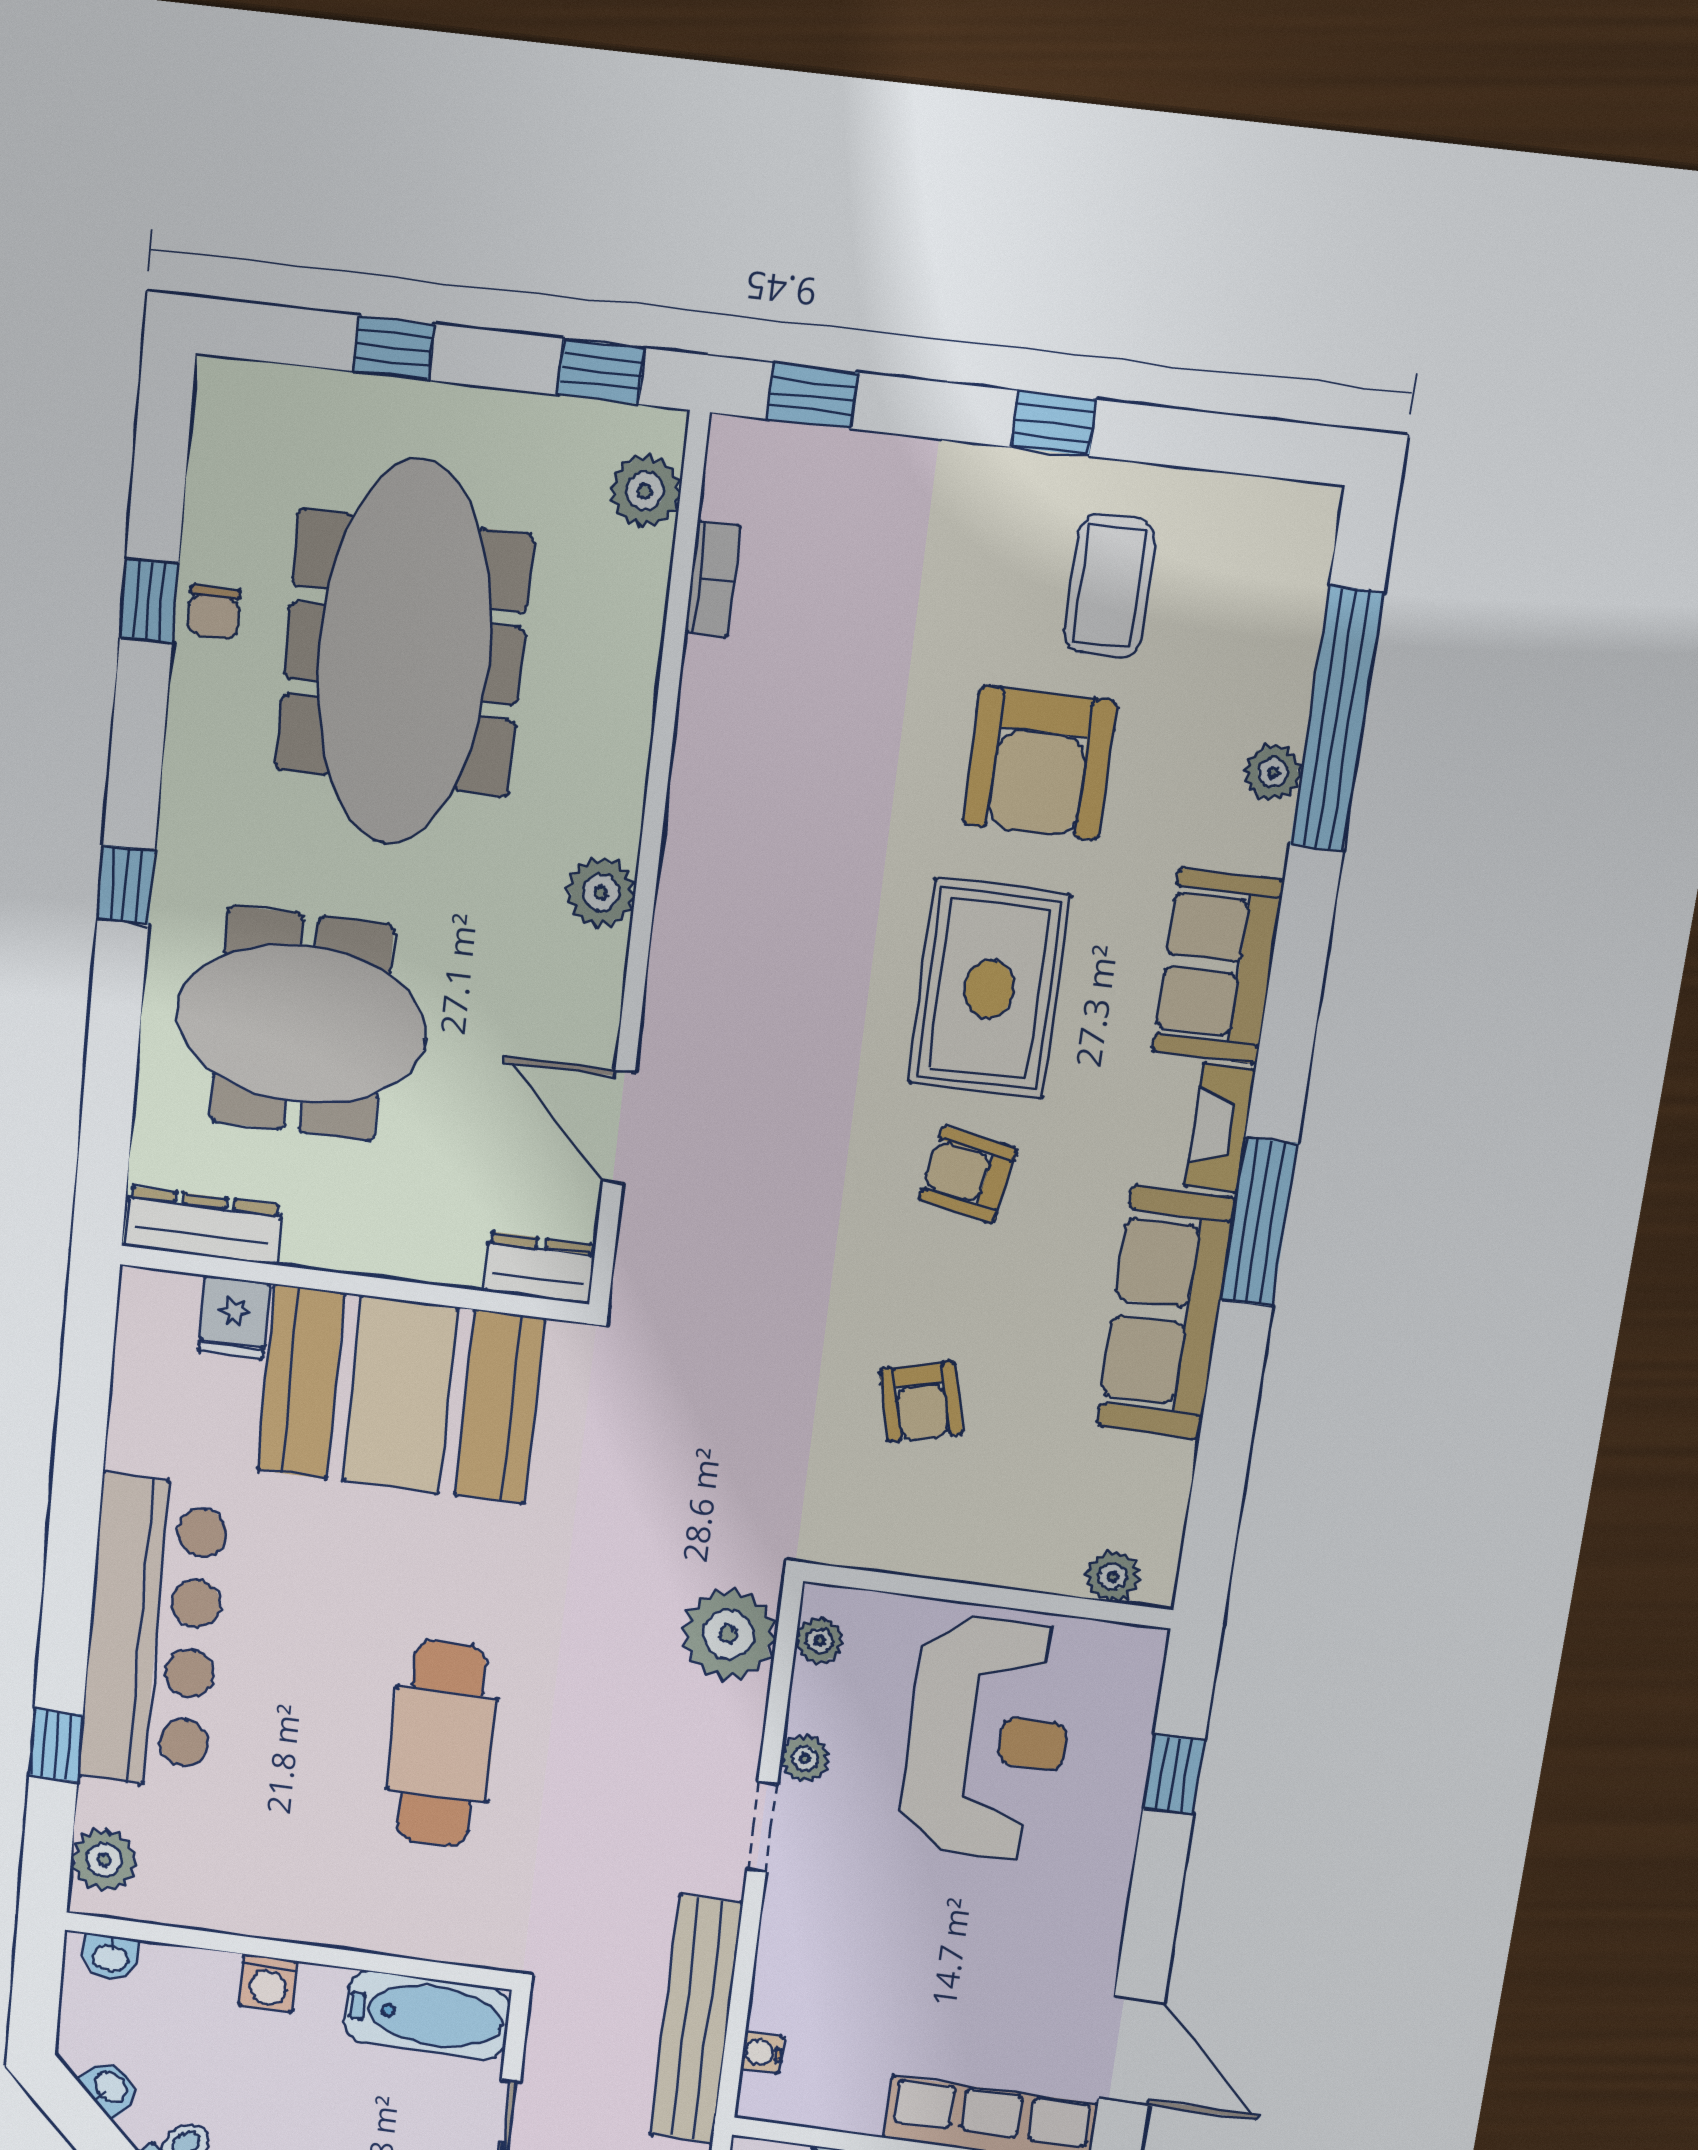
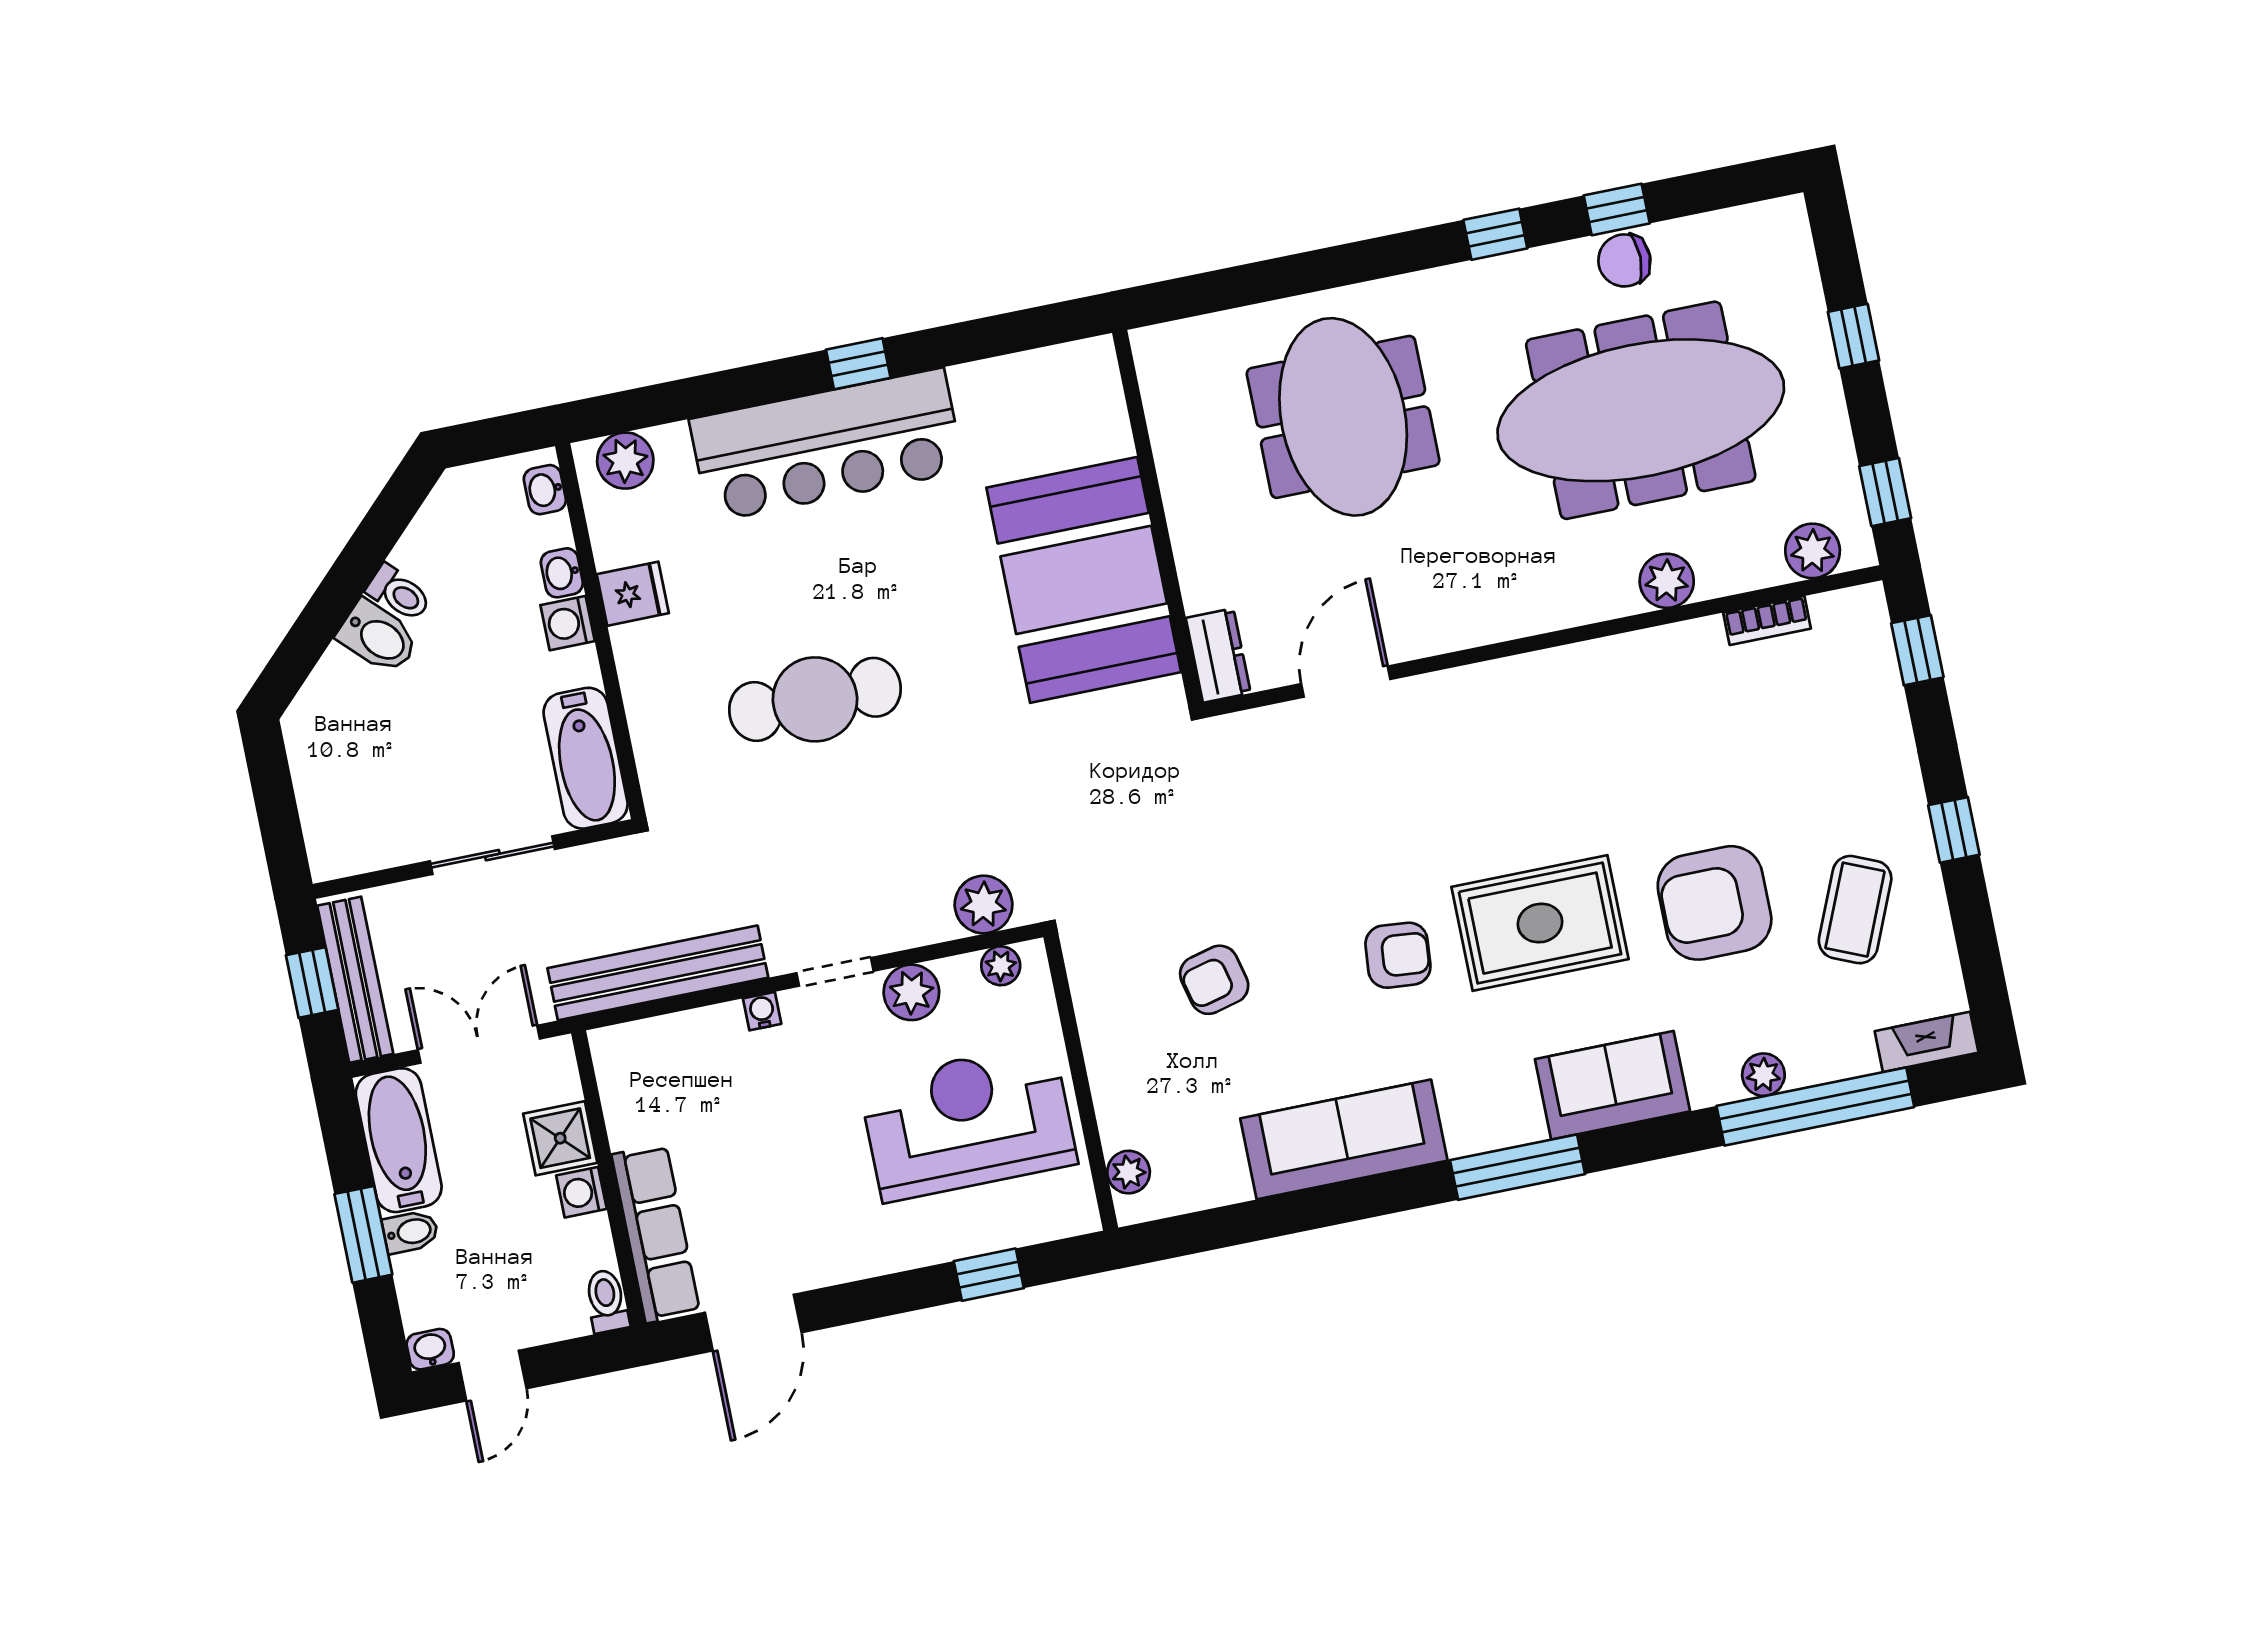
coffee table: (1109, 586) -> (1855, 910), turned -67
chair: (214, 612) -> (1624, 260), width x1.37, depth x1.37
window: (126, 885) -> (1495, 234), moved
plant: (601, 892) -> (1667, 581), moved
fireplace: (1220, 1128) -> (1927, 1042), moved
armchair: (968, 1175) -> (1398, 955), turned 85
window: (1259, 1222) -> (1518, 1167), moved
dresser: (203, 1226) -> (1164, 388), removed
fridge: (234, 1317) -> (633, 594), moved, turned 180
plant: (729, 1634) -> (984, 905), width x0.73, depth x0.73
reception desk: (988, 1738) -> (968, 1122), turned 180
window: (56, 1745) -> (858, 364), moved
plant: (805, 1758) -> (911, 992), width x1.38, depth x1.38
water cooler: (762, 2053) -> (762, 1011), moved
washbasin: (110, 2088) -> (562, 573), moved, turned 135

